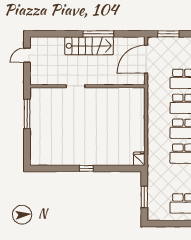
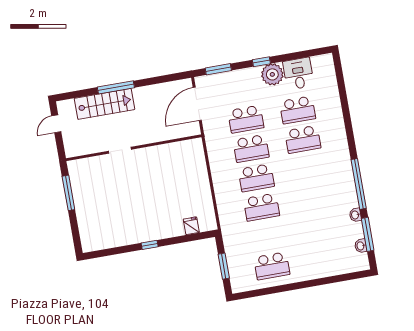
window: (98, 34) -> (116, 87), moved
stairs: (89, 46) -> (104, 104), moved
fridge: (139, 159) -> (191, 226), moved

